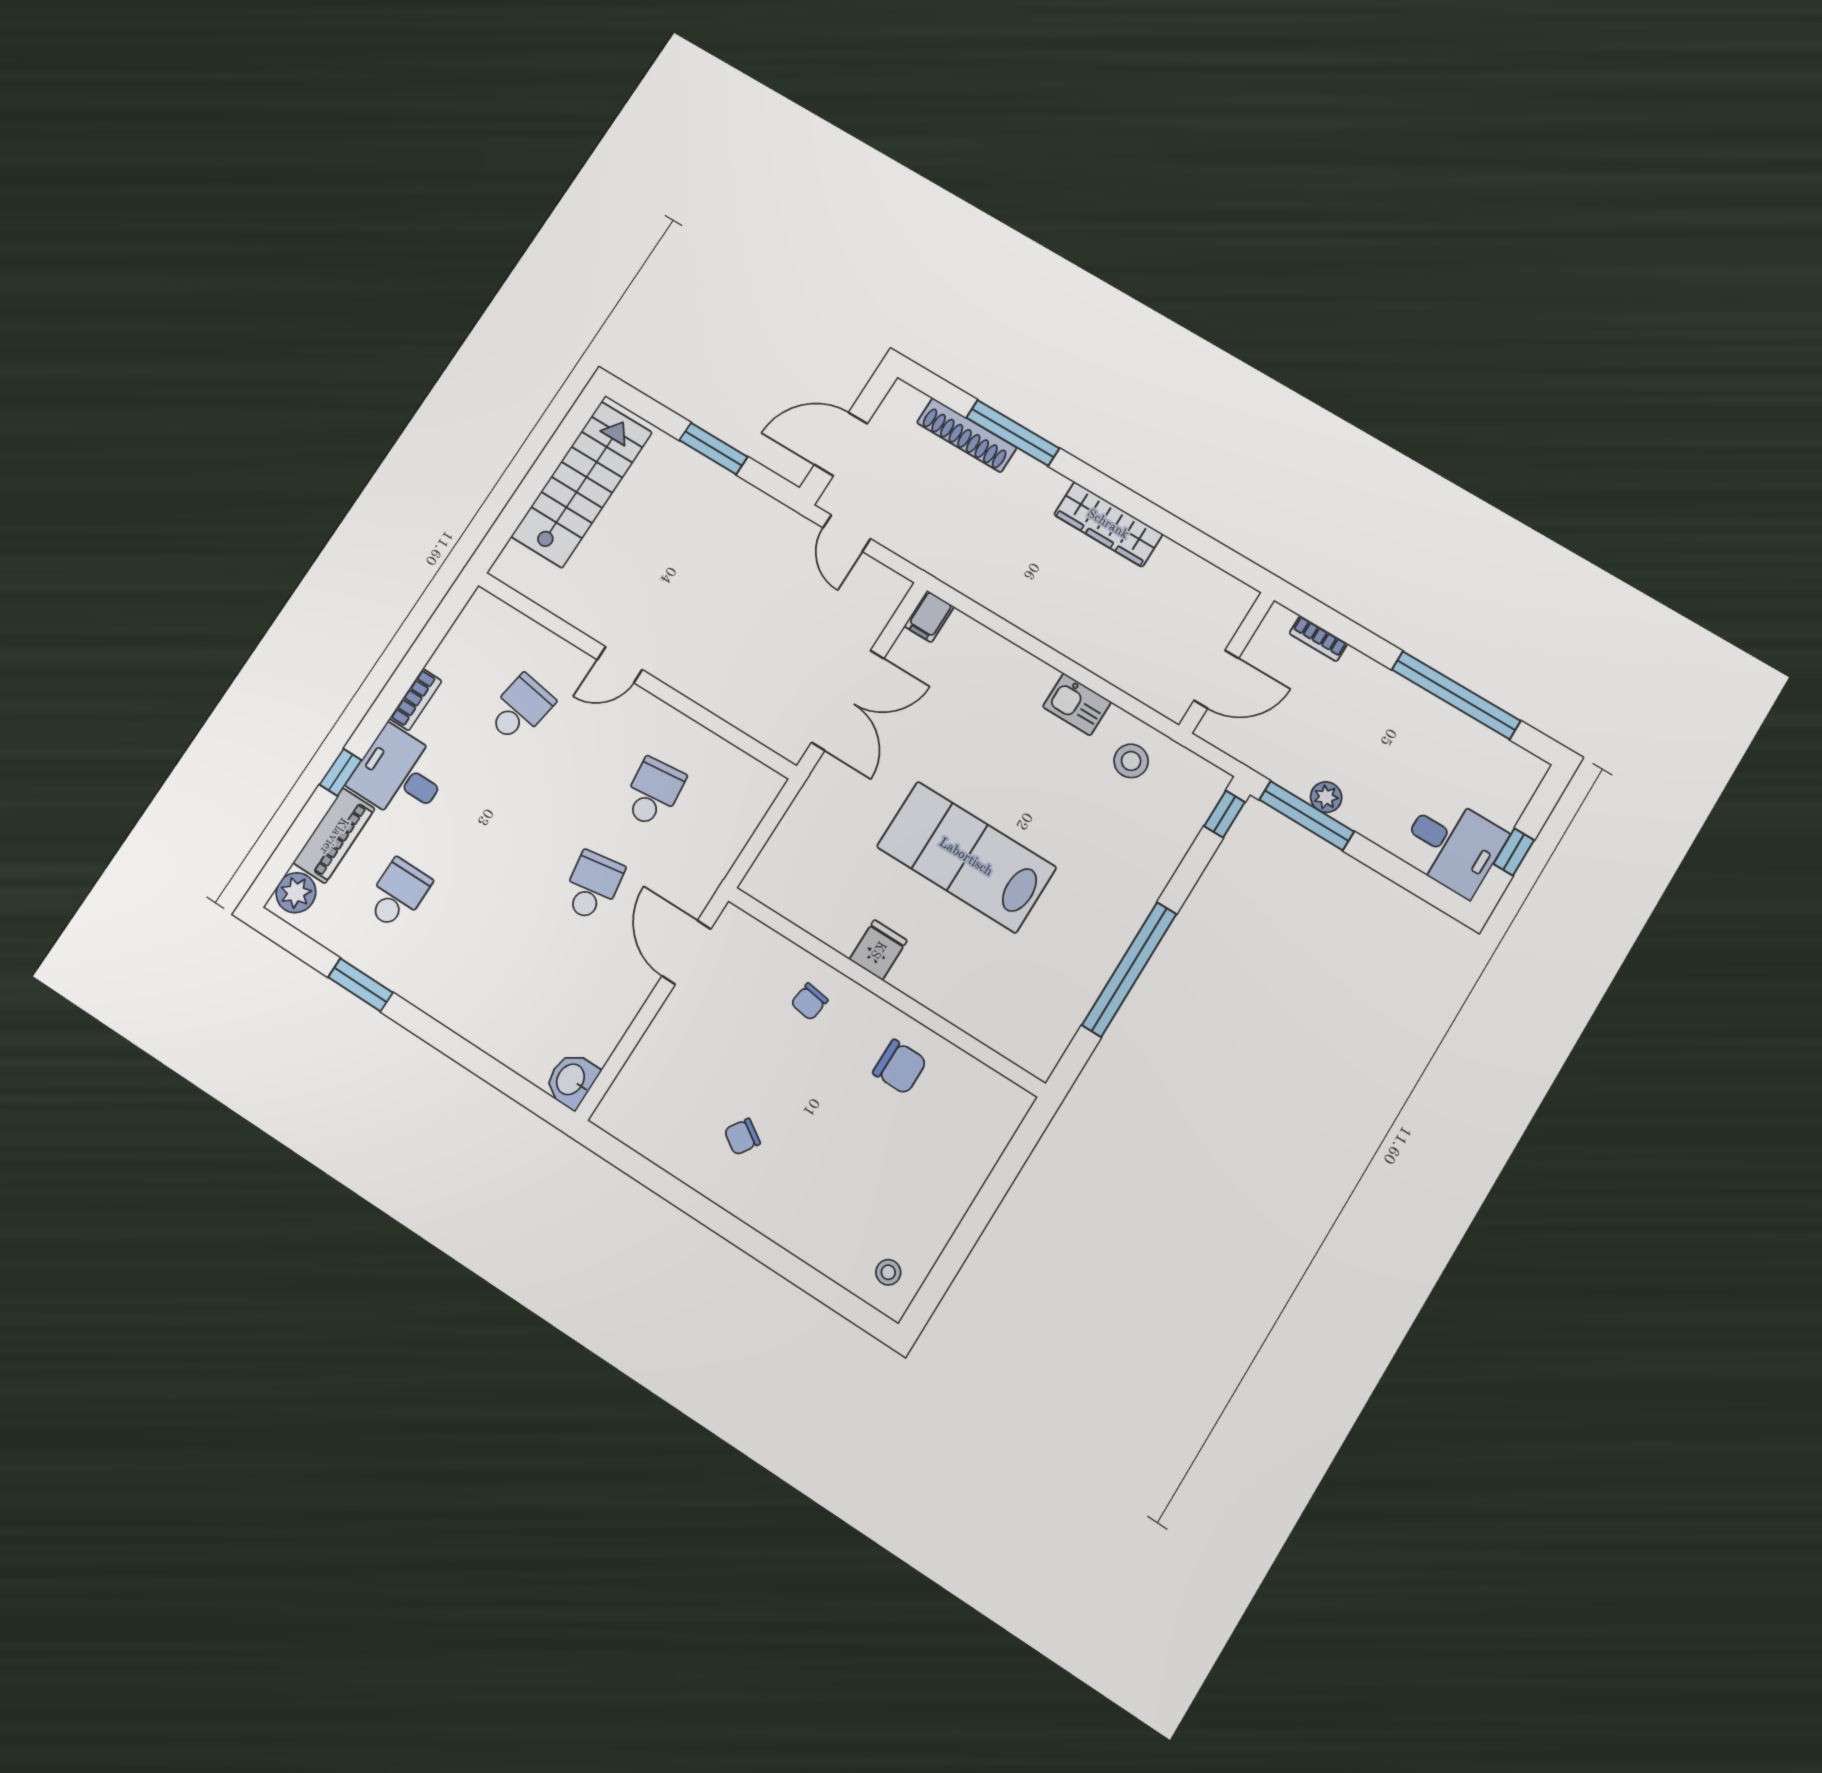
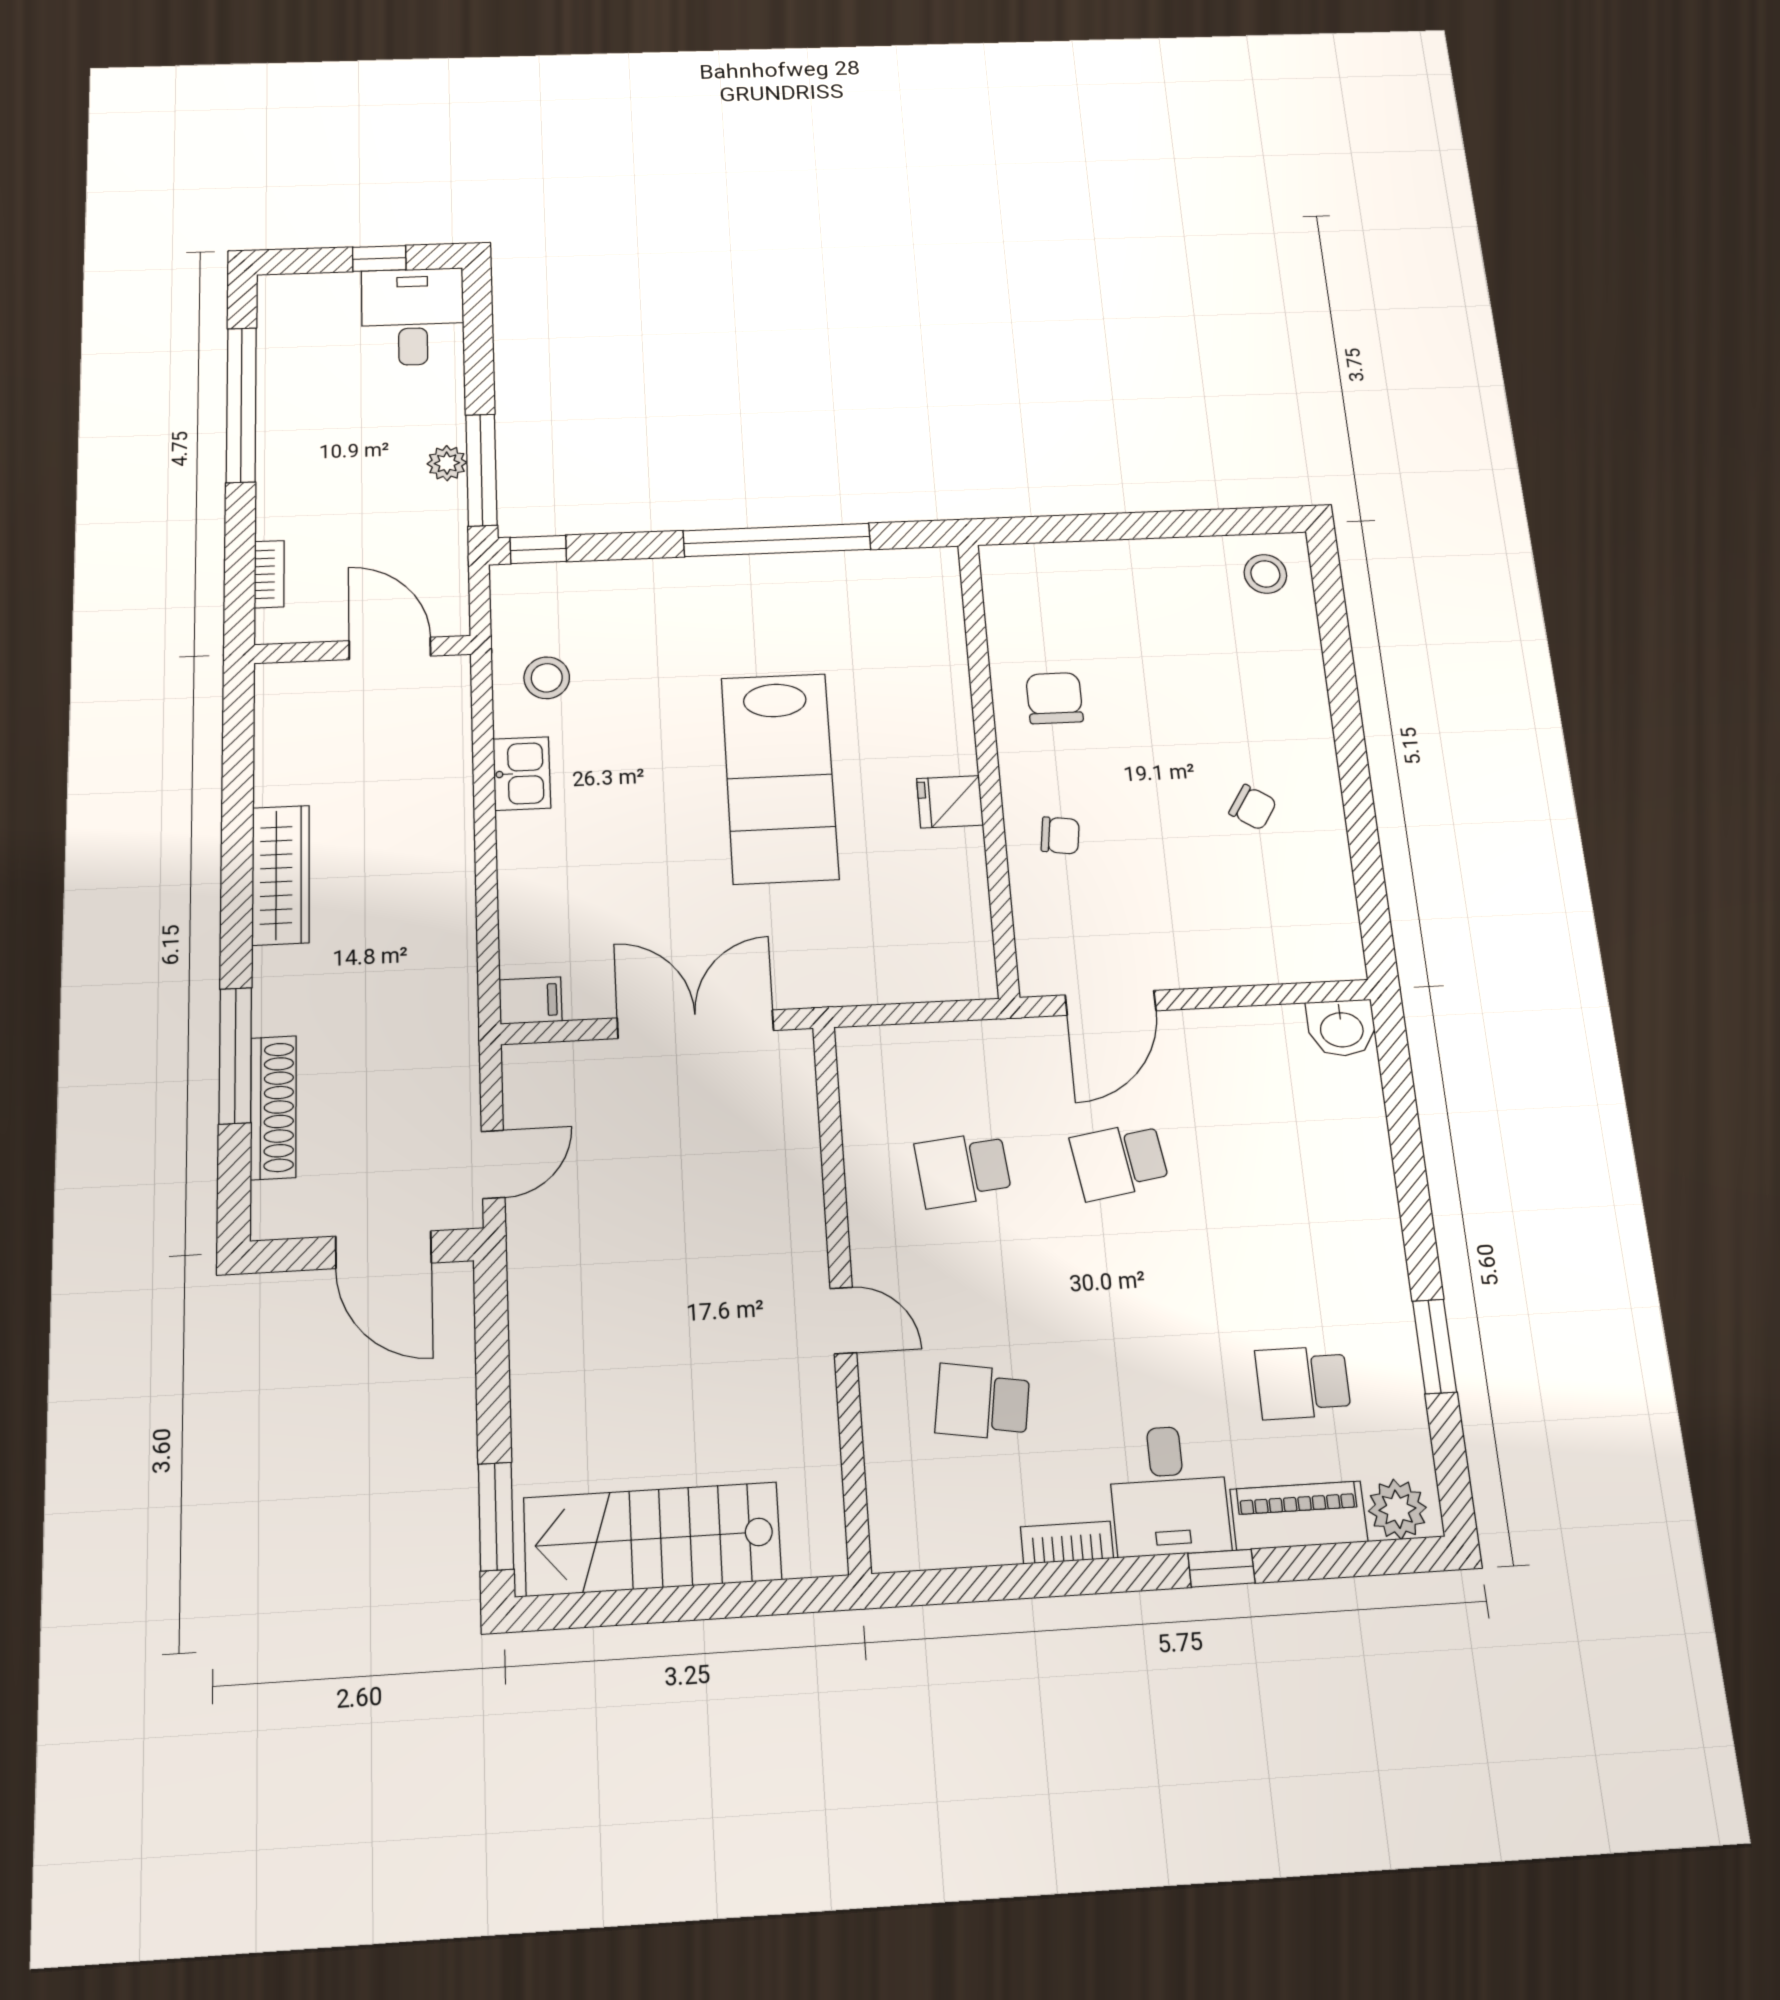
window: (713, 449) -> (496, 1516), moved
stool: (888, 1272) -> (1265, 574), width x1.37, depth x1.37

